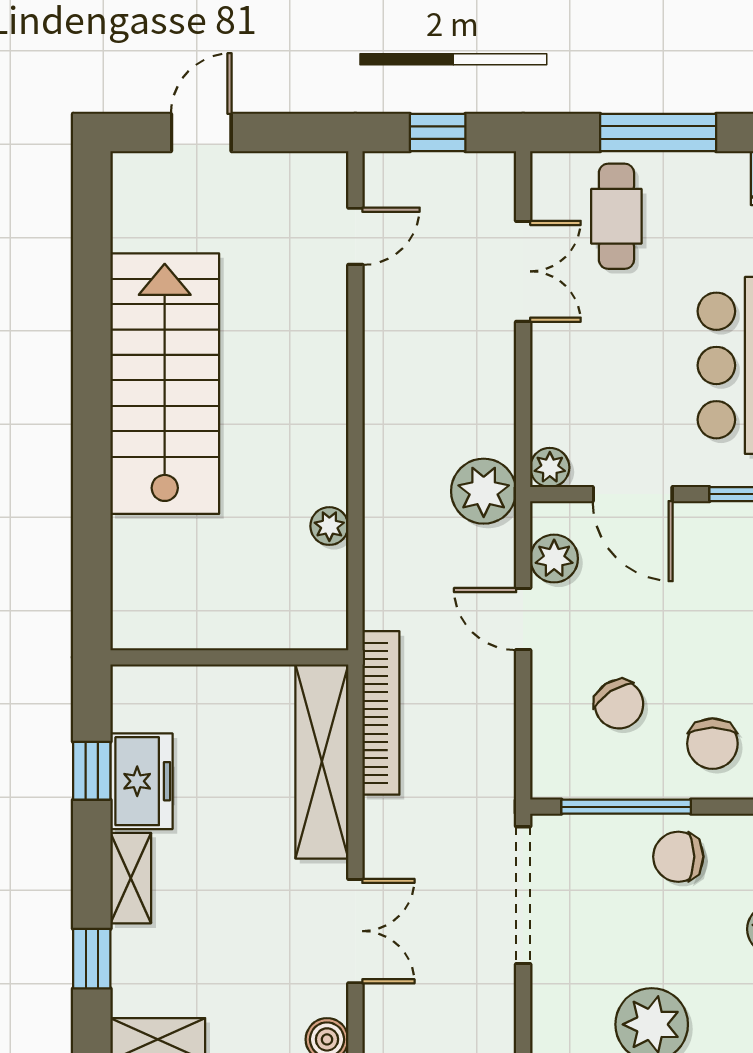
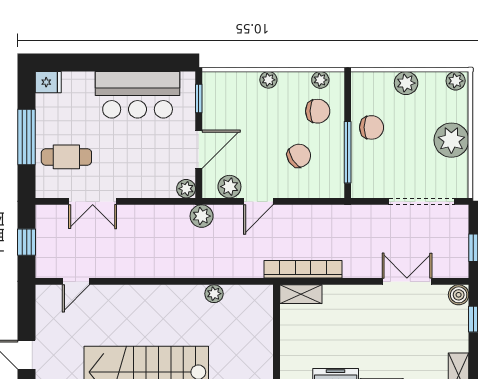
door: (355, 236) -> (76, 281), swing flipped
double door: (523, 271) -> (93, 201), swing flipped
plant: (484, 491) -> (202, 216), width x0.73, depth x0.73
shelving: (322, 761) -> (301, 294), width x0.45, depth x0.75
chair: (678, 857) -> (372, 127), turned -90
doorway: (523, 895) -> (422, 201), moved

